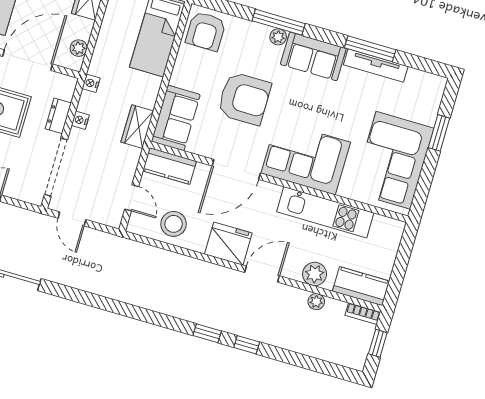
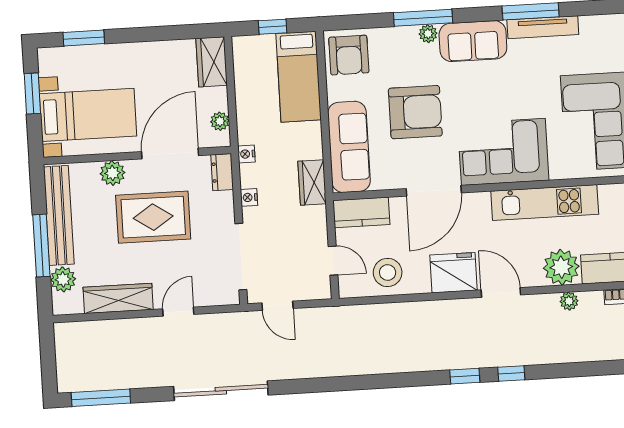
dresser: (58, 116) -> (222, 172), moved
sofa: (176, 118) -> (349, 147), width x1.36
door: (262, 274) -> (501, 292), hinge flipped
plant: (315, 274) -> (561, 267), width x1.36, depth x1.36

